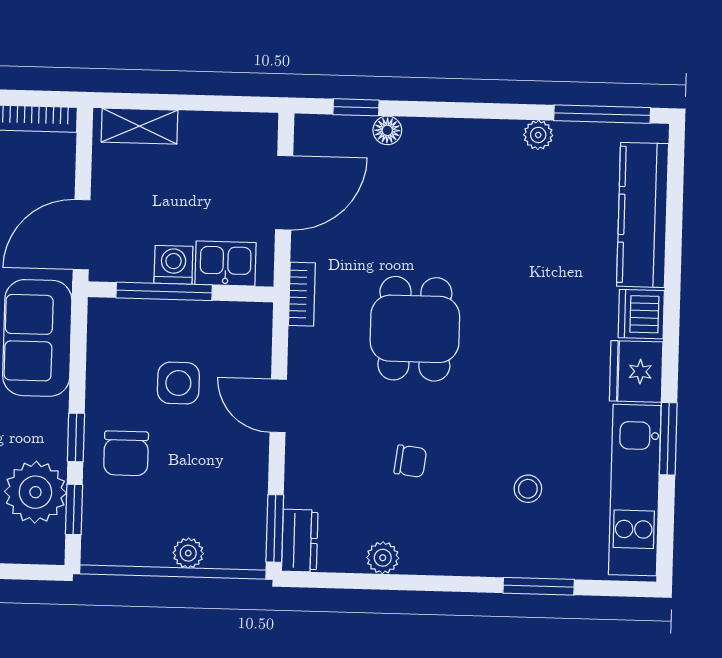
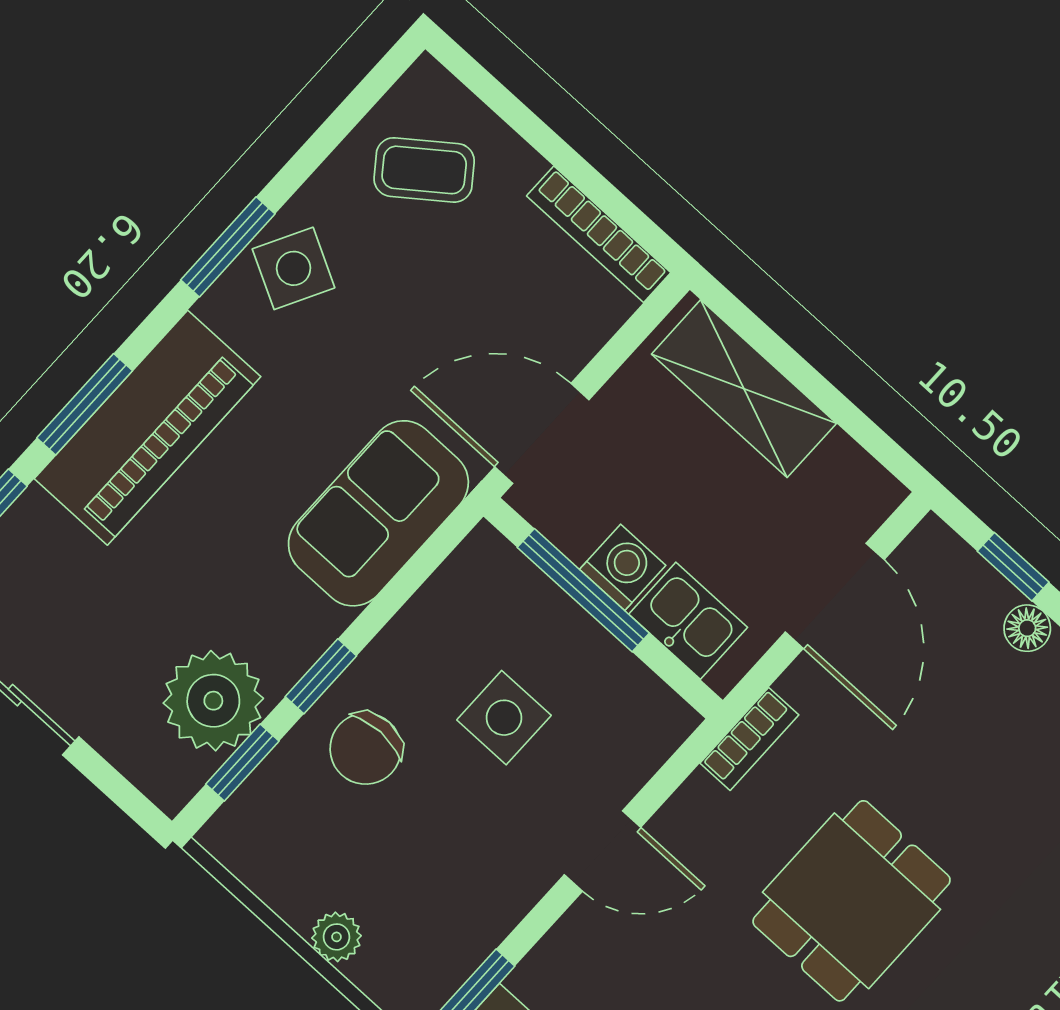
shelving: (139, 126) -> (744, 389), width x1.50, depth x1.33
door: (284, 193) -> (835, 596), hinge flipped
door: (278, 406) -> (603, 851), swing flipped

